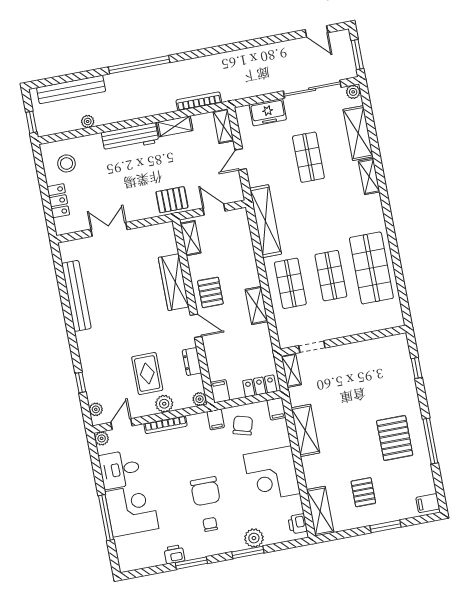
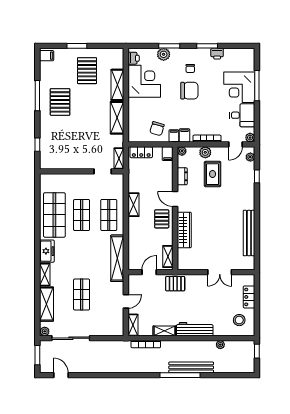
bench: (71, 90) -> (191, 367), moved
freezer: (268, 112) -> (47, 251), moved, turned 90
door: (214, 210) -> (149, 272), swing flipped
filing cabinet: (276, 409) -> (185, 135), moved
corner desk: (272, 474) -> (144, 81), moved
chair: (205, 491) -> (189, 91), turned 90
pallet: (363, 492) -> (87, 71), width x1.50, depth x1.42
shelving: (320, 511) -> (117, 85), moved

